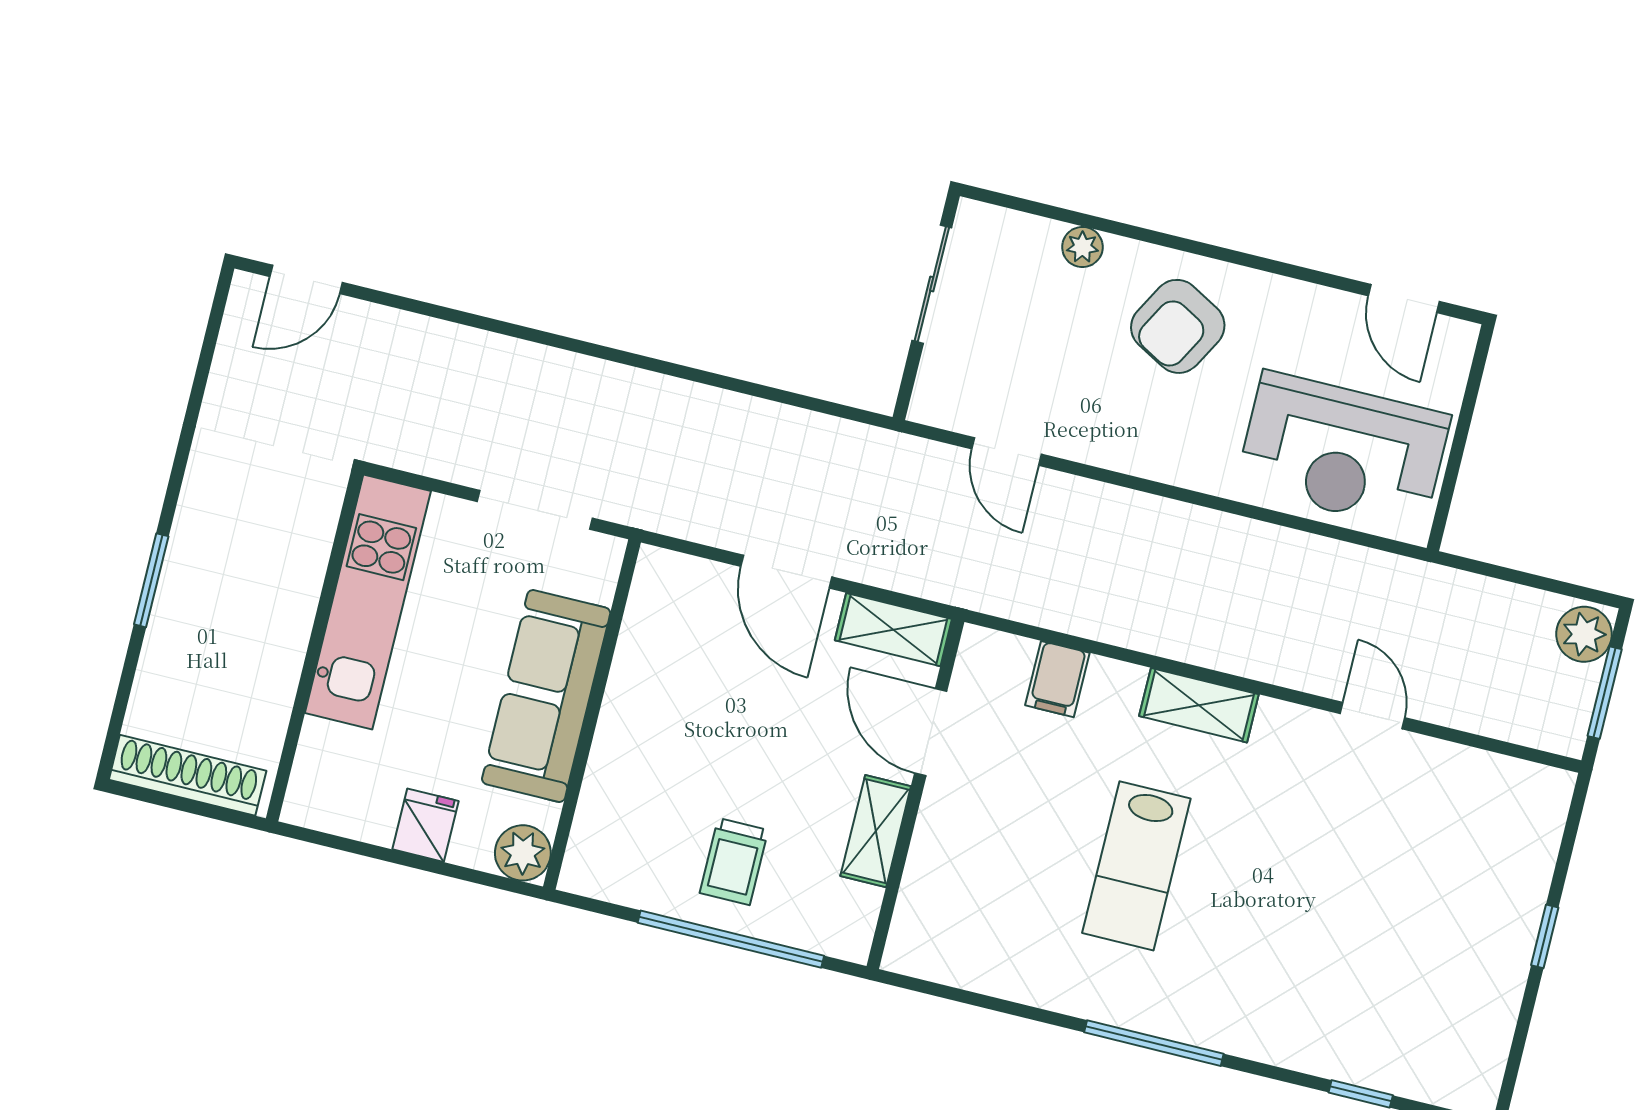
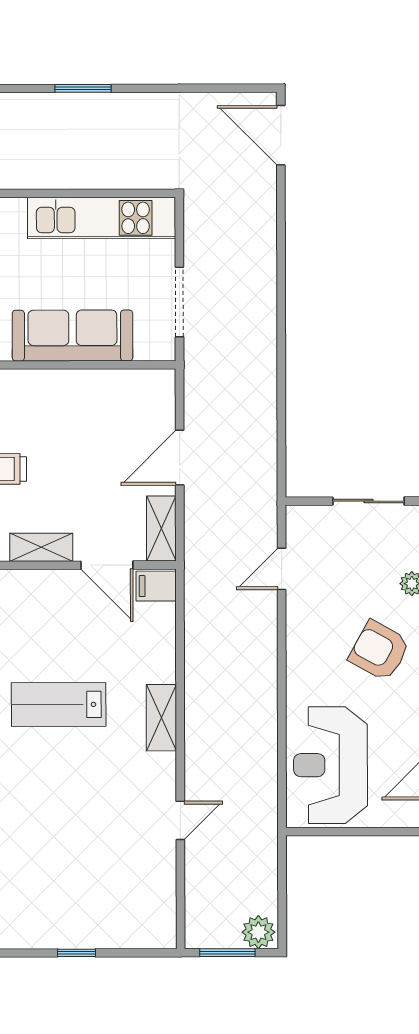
door: (306, 279) -> (281, 135), width x1.38
filing cabinet: (1057, 679) -> (156, 586), moved
door: (931, 732) -> (107, 565), swing flipped

